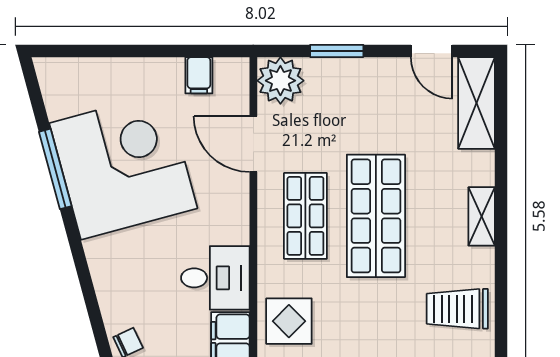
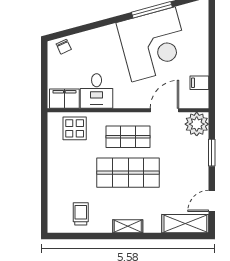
trolley: (457, 309) -> (81, 214), width x0.73, depth x0.72

